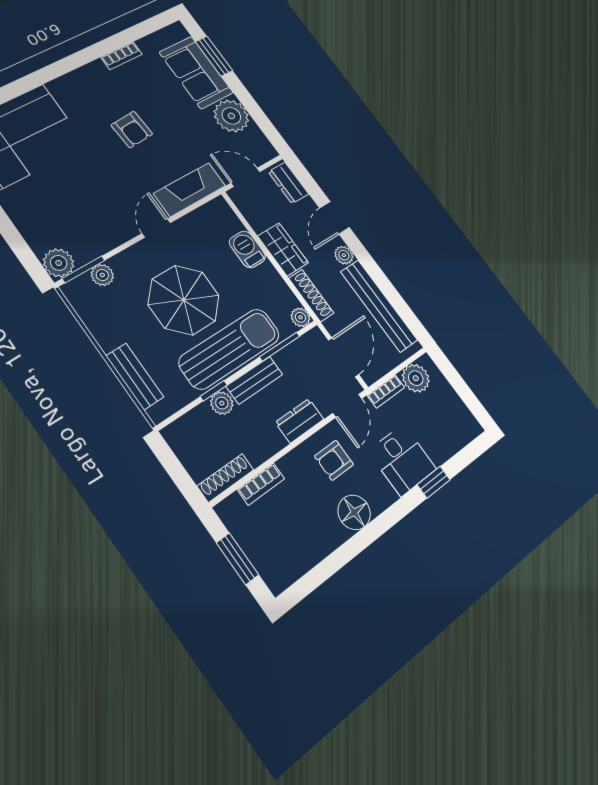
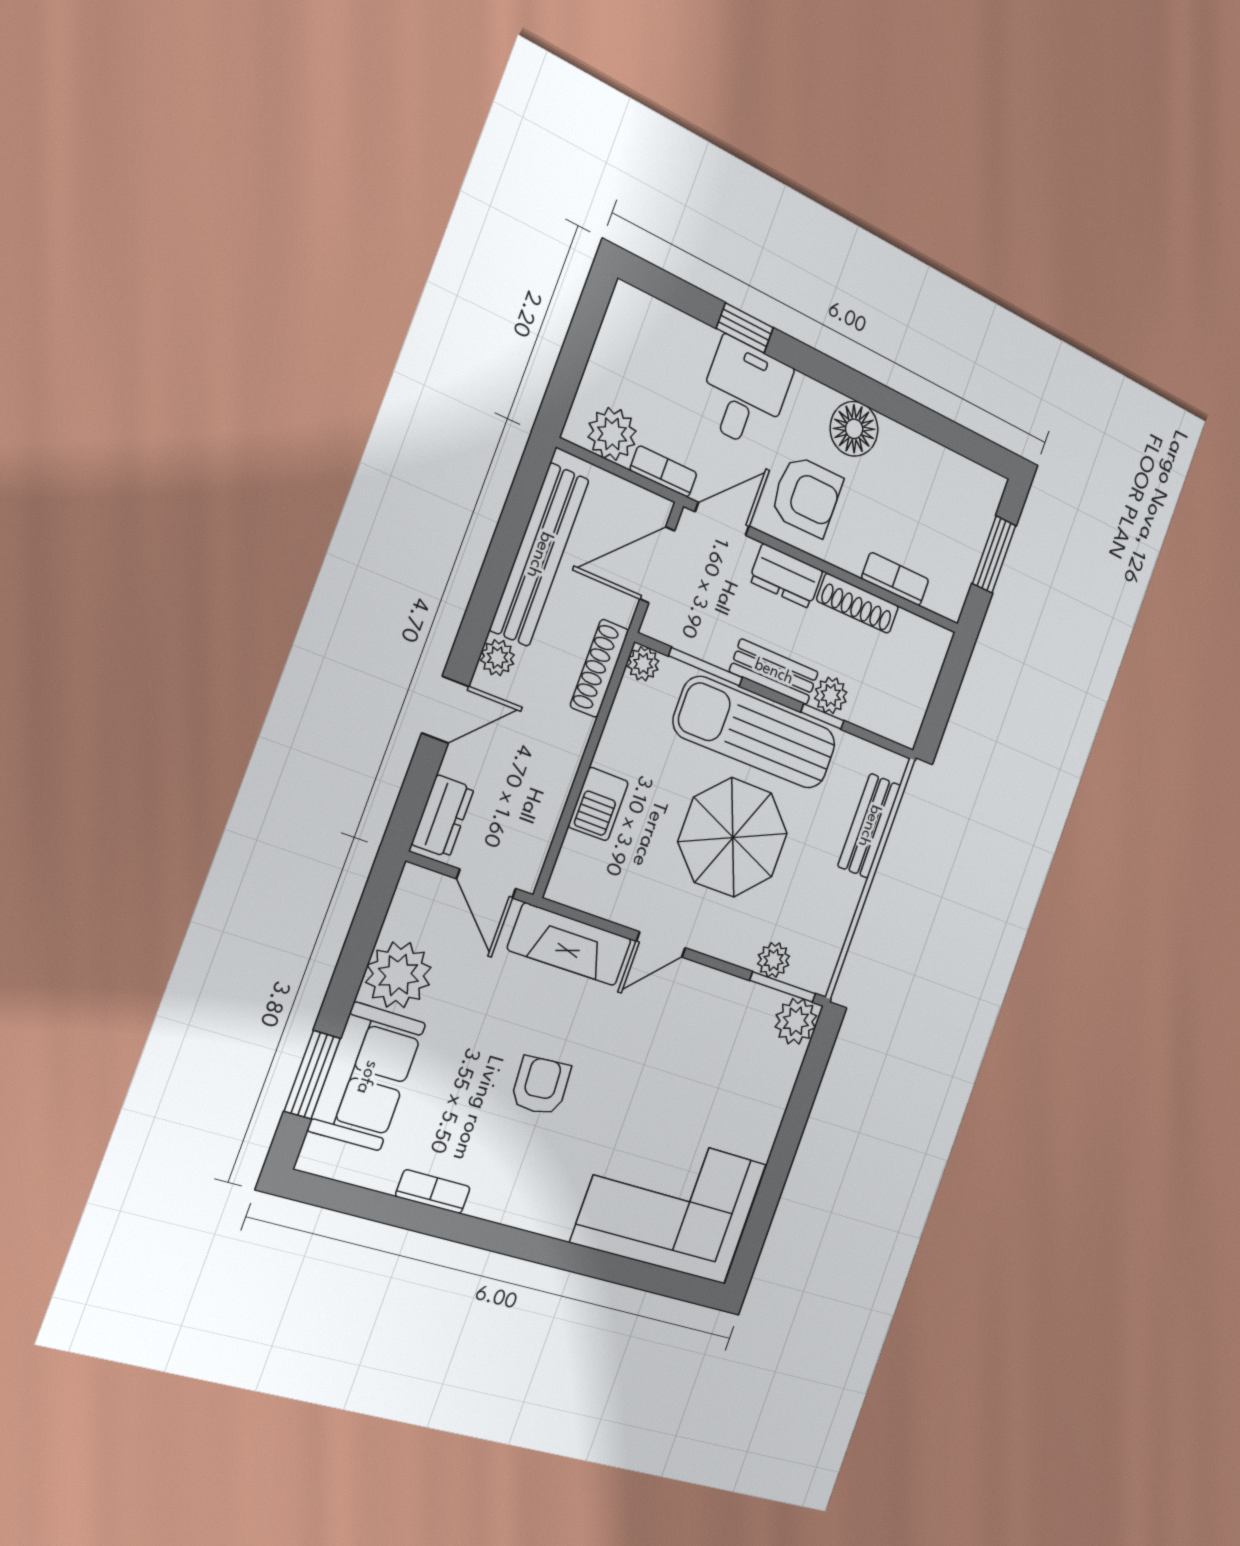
wardrobe: (283, 249) -> (559, 754), removed
armchair: (334, 460) -> (806, 496), width x1.38, depth x1.38
shoe rack: (225, 478) -> (858, 603), moved

